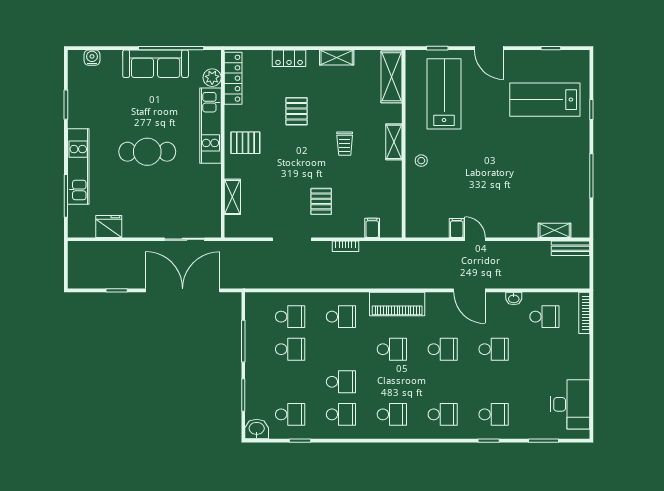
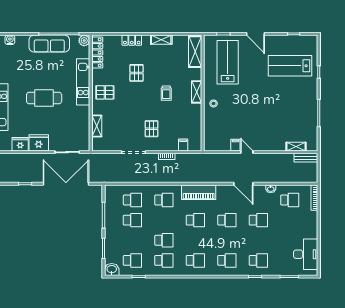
plant: (212, 78) -> (84, 41), moved
fridge: (139, 224) -> (39, 143), added

